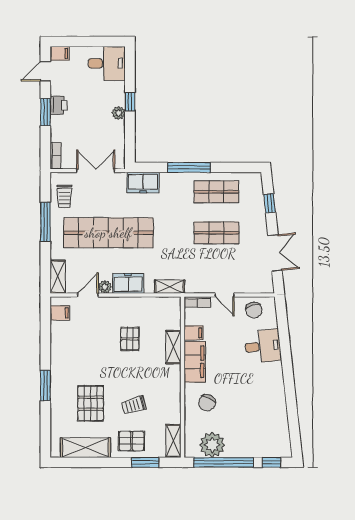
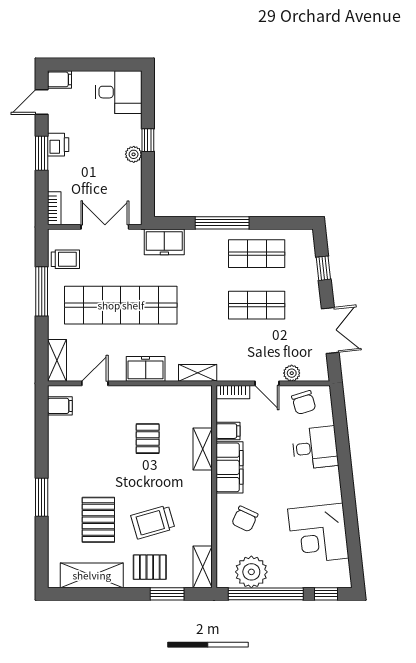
trolley: (64, 196) -> (65, 259), turned -90
plant: (105, 287) -> (292, 373), moved
trolley: (134, 405) -> (153, 522), width x1.36, depth x1.39
corner desk: (265, 414) -> (318, 534), added

